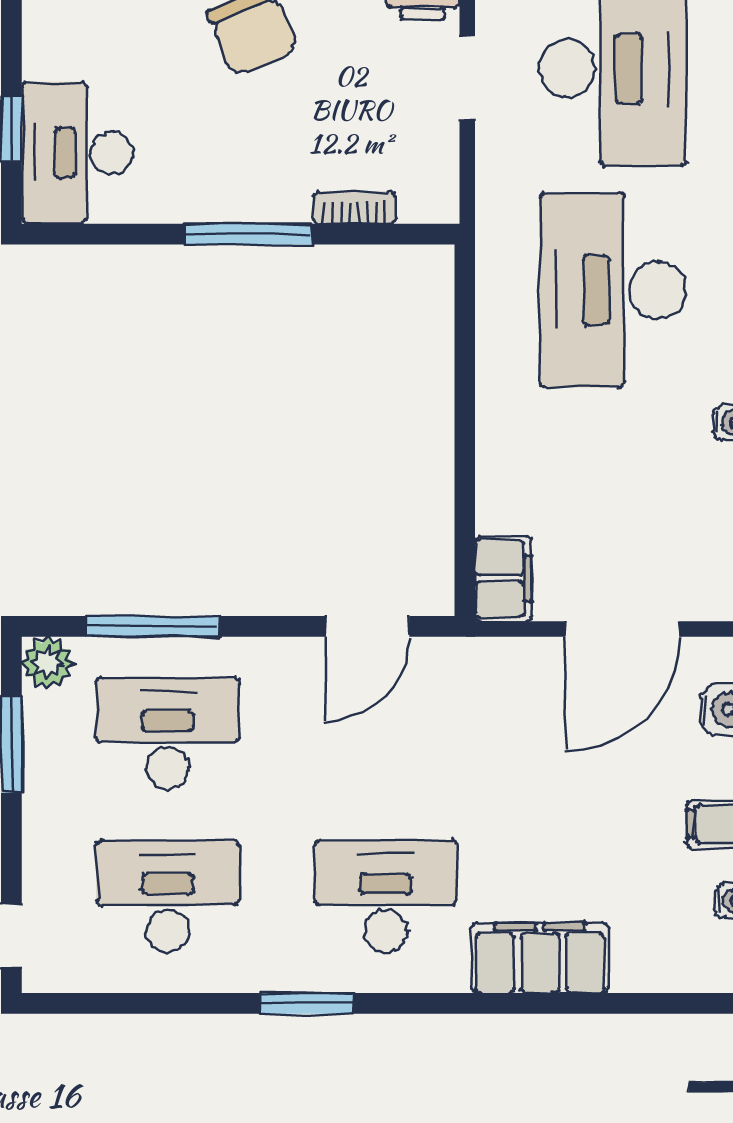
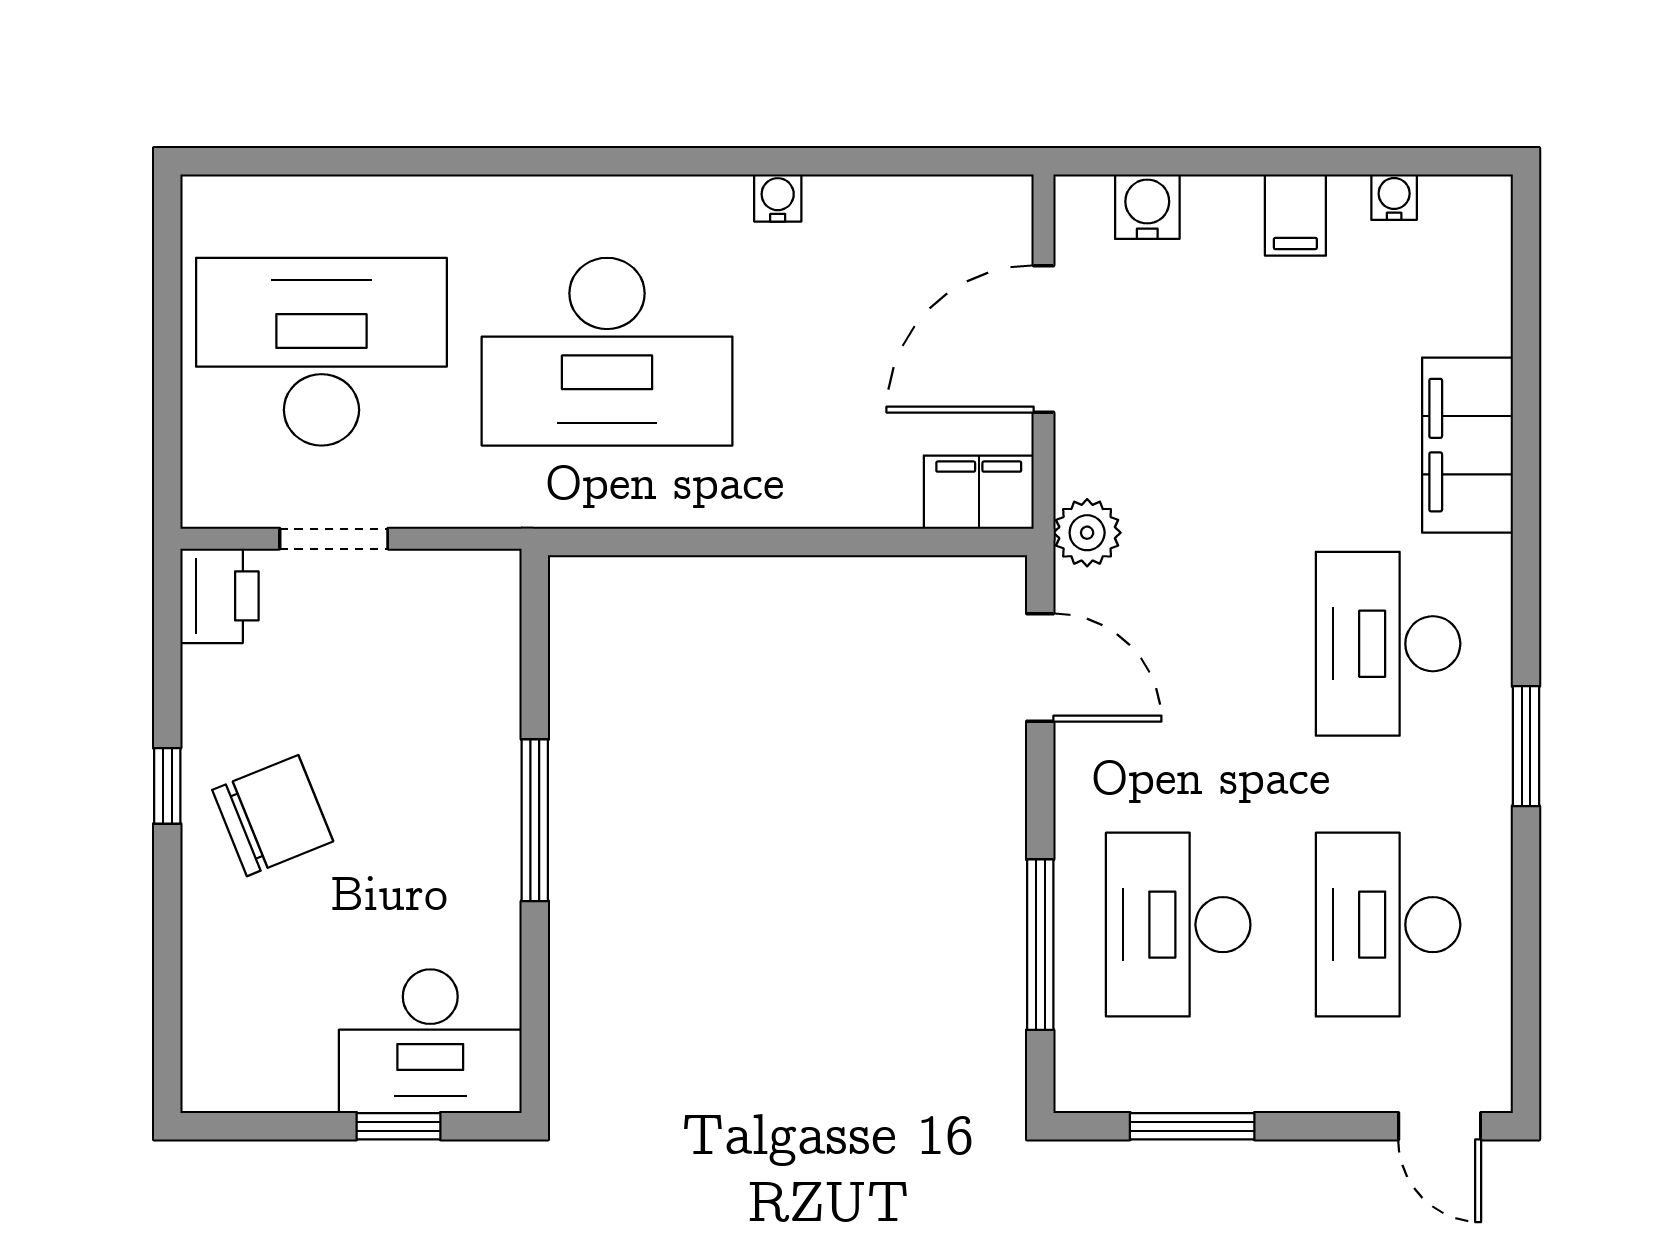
bookcase: (355, 208) -> (501, 684), removed
door: (622, 629) -> (1044, 339), swing flipped
plant: (48, 663) -> (1087, 533), moved

